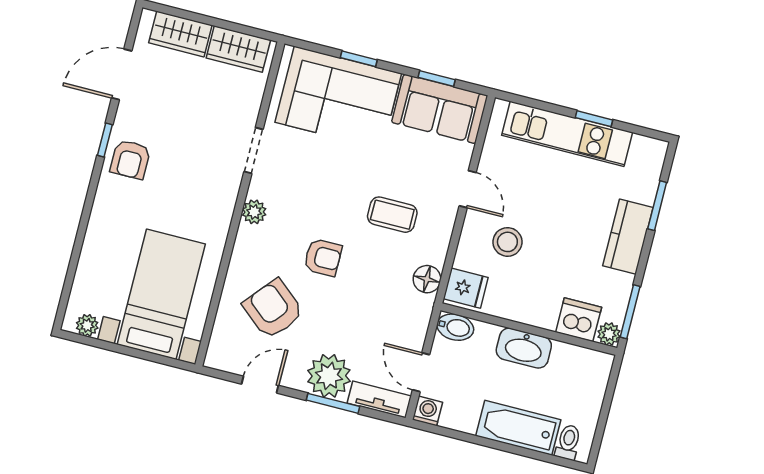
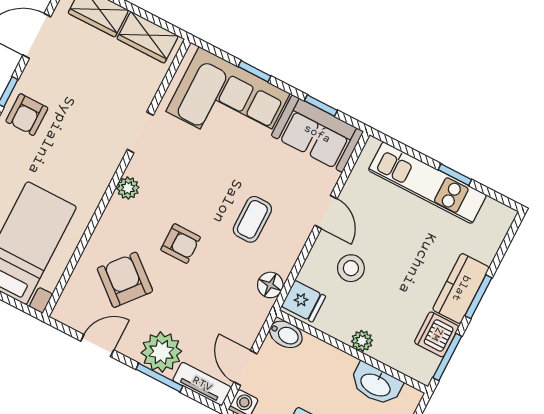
window: (657, 206) -> (478, 297), moved
coffee table: (392, 215) -> (252, 219), turned 90
dishwasher: (579, 320) -> (437, 334), moved, turned -90
plant: (609, 334) -> (362, 341), moved
washbasin: (524, 348) -> (376, 384), moved

